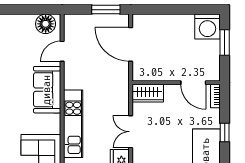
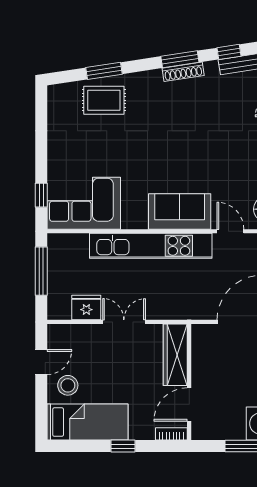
wardrobe: (148, 93) -> (175, 355), width x1.50
kitchen unit: (73, 124) -> (151, 246), width x1.36

